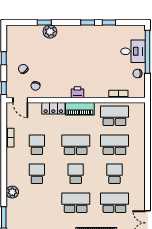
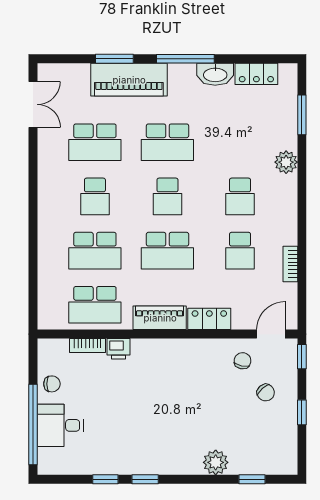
window: (44, 22) -> (252, 479), moved
printer: (78, 92) -> (119, 349), moved
door: (20, 100) -> (271, 334), hinge flipped

